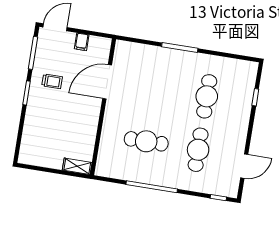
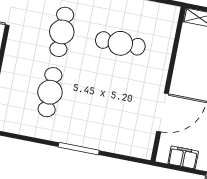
filing cabinet: (82, 42) -> (183, 157), width x2.00

